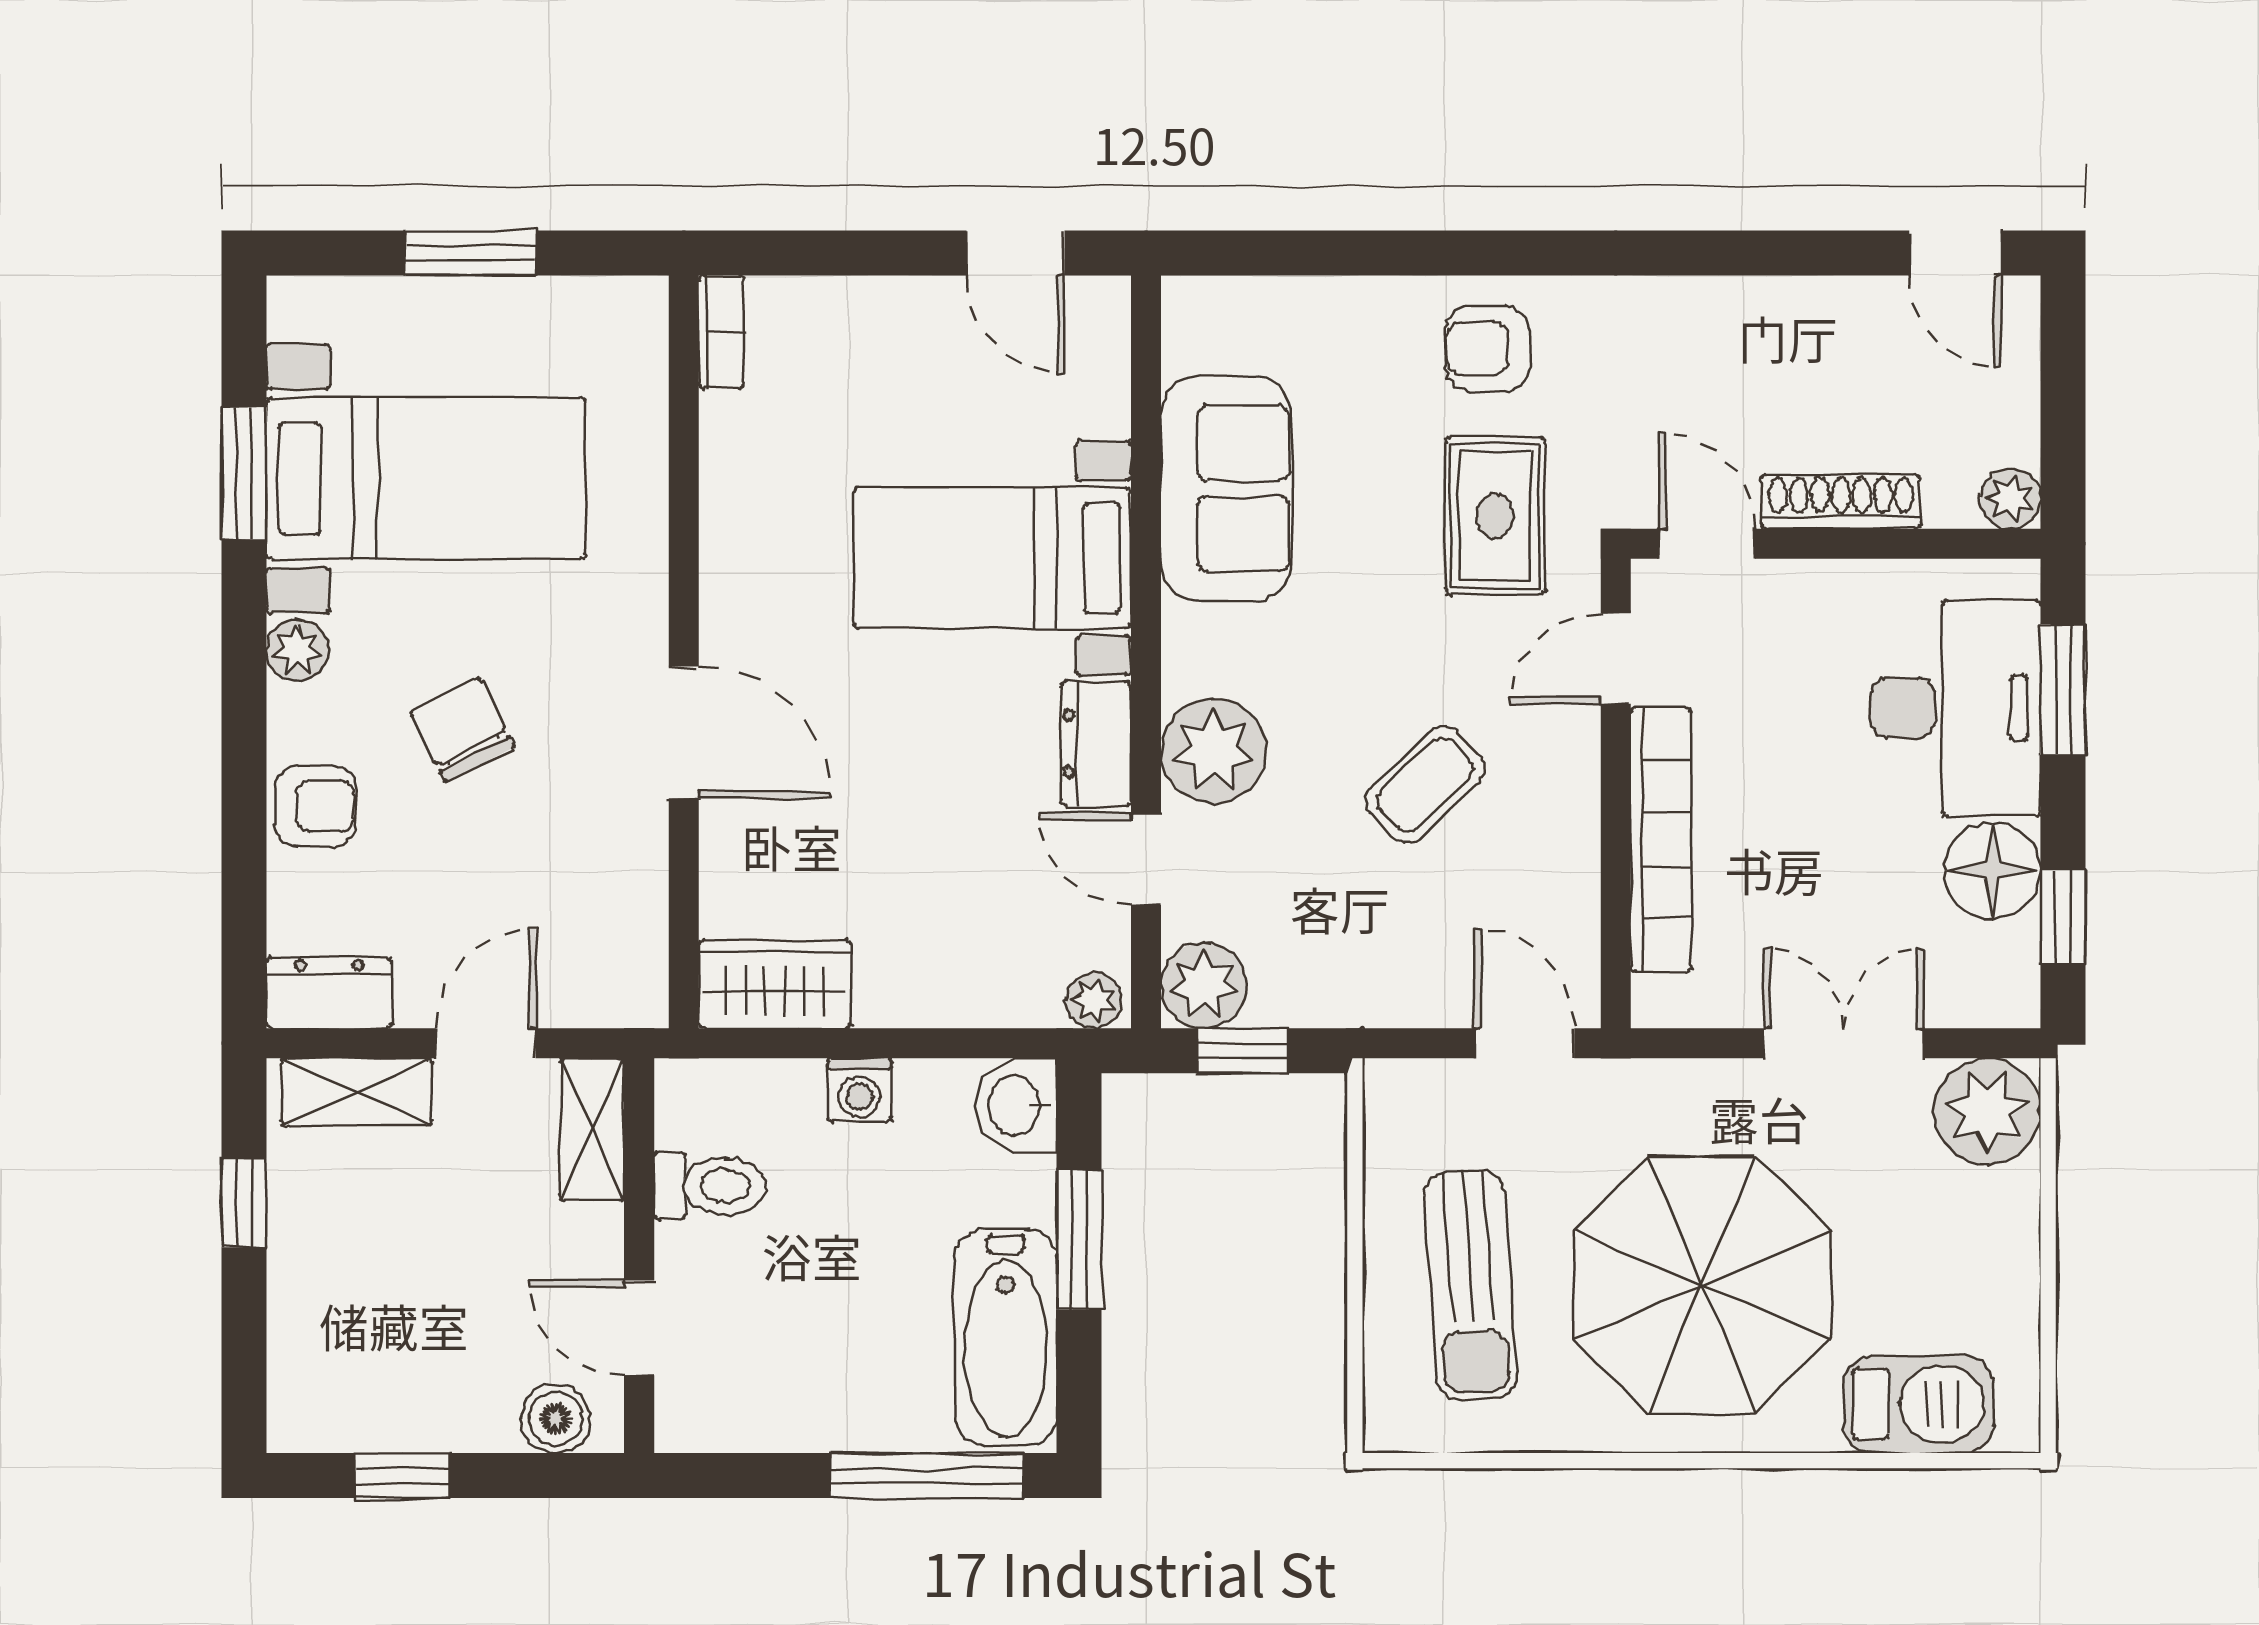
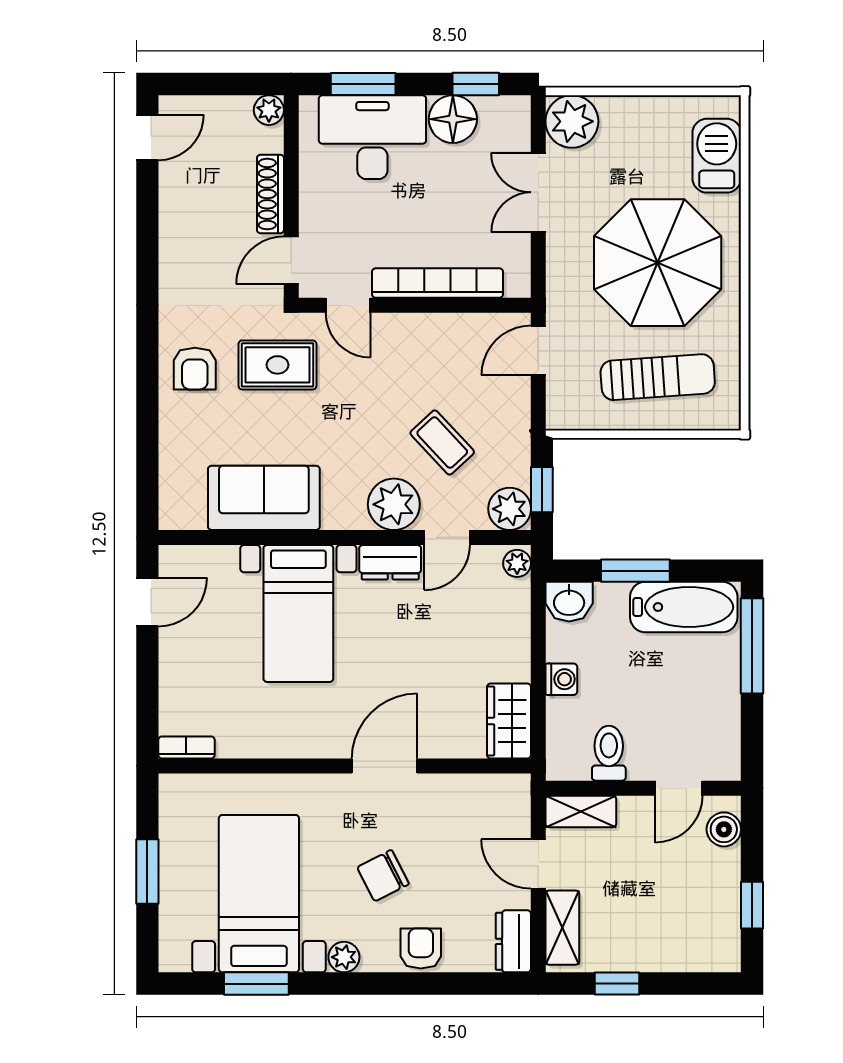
coffee table: (1425, 785) -> (442, 442), moved

